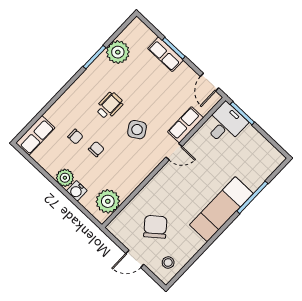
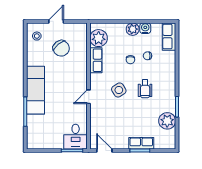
row of seats: (185, 125) -> (96, 60), moved
water cooler: (77, 191) -> (145, 28), moved

